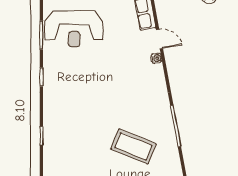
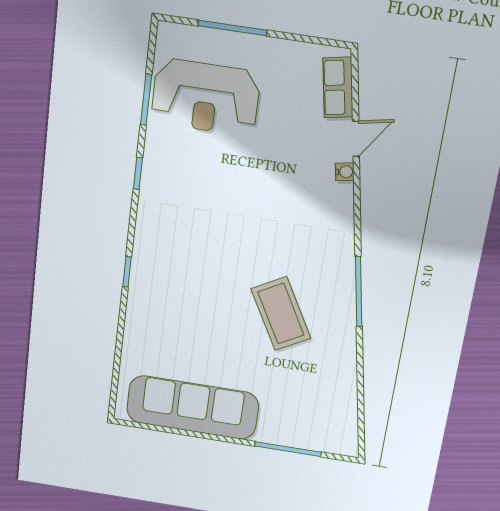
door: (160, 39) -> (356, 139), hinge flipped
coffee table: (133, 146) -> (281, 314), turned 39

